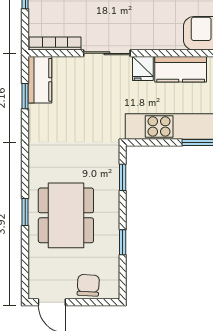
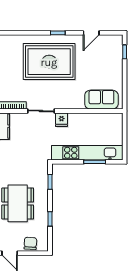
kitchen counter: (181, 69) -> (83, 120), removed

